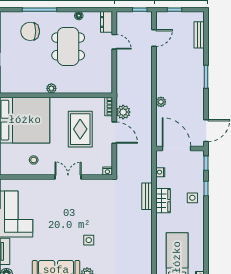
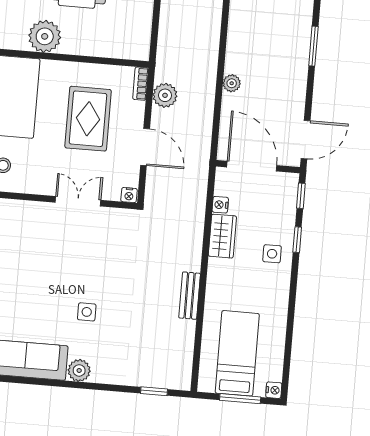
plant: (51, 88) -> (45, 36), width x1.87, depth x1.87
door: (114, 133) -> (145, 147), moved
double door: (68, 177) -> (78, 201), moved
bench: (147, 196) -> (190, 296), moved
wardrobe: (163, 201) -> (222, 236), moved

